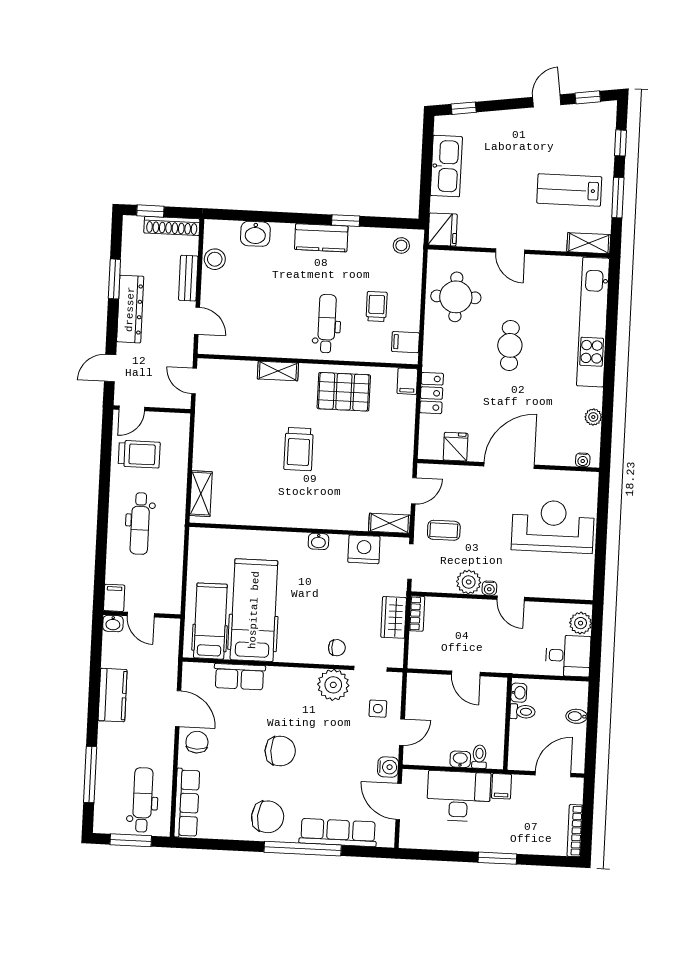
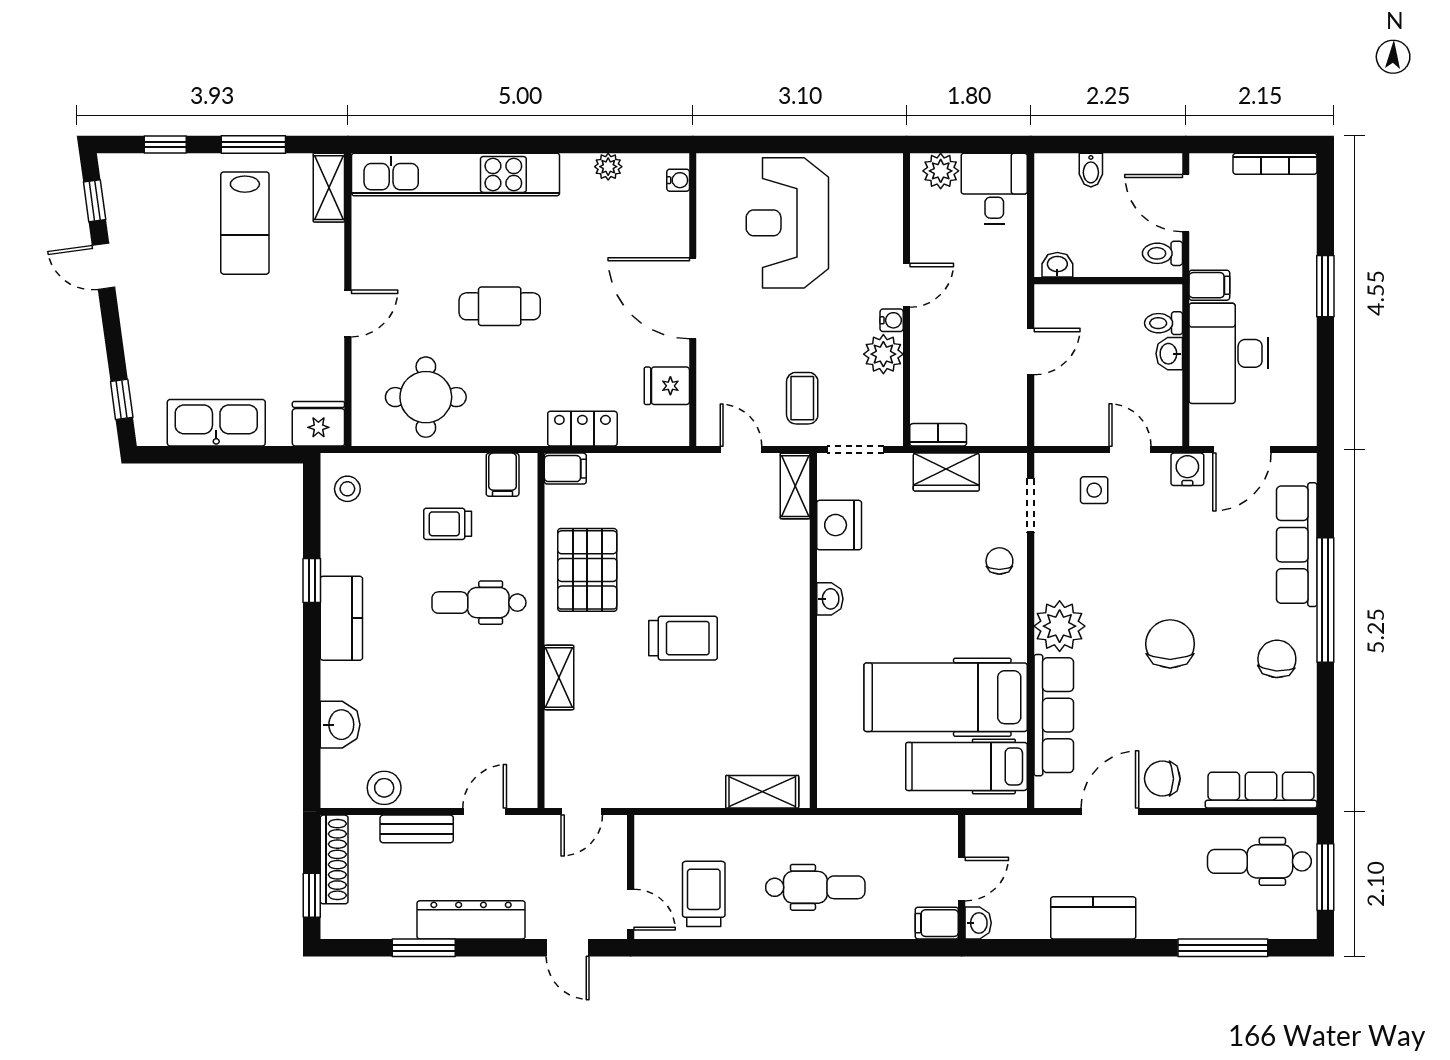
row of seats: (240, 677) -> (1054, 715), width x1.48
plant: (333, 685) -> (1060, 626), moved
toilet: (523, 712) -> (1162, 253), moved, turned -90
chair: (268, 817) -> (1277, 659), width x0.73, depth x0.73

